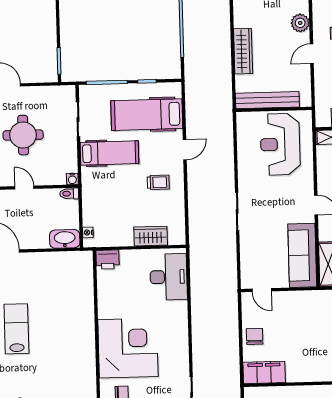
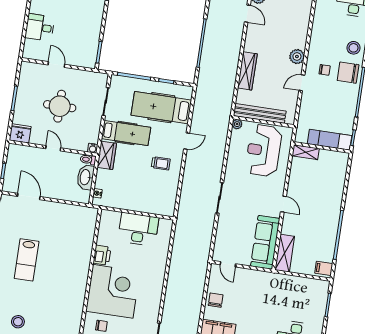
plant: (242, 118) -> (237, 124), added
wardrobe: (151, 236) -> (107, 155), moved, turned 90
washbasin: (65, 239) -> (85, 177), moved, turned -90
printer: (108, 260) -> (102, 255), moved, turned -90
desk: (169, 277) -> (138, 229), moved, turned -90
lab bench: (16, 329) -> (27, 260), turned 180

